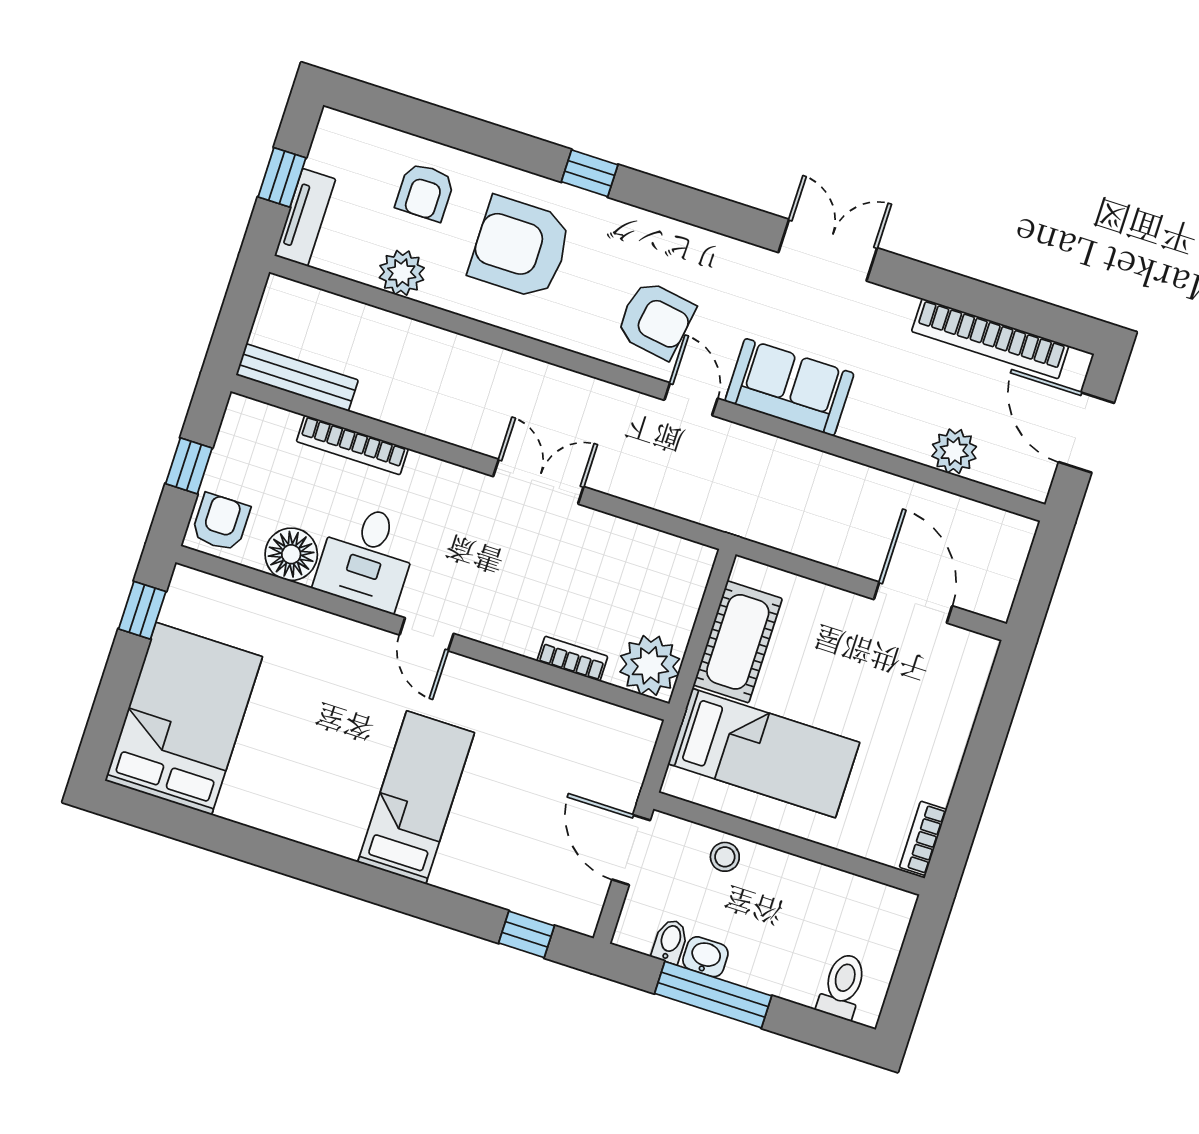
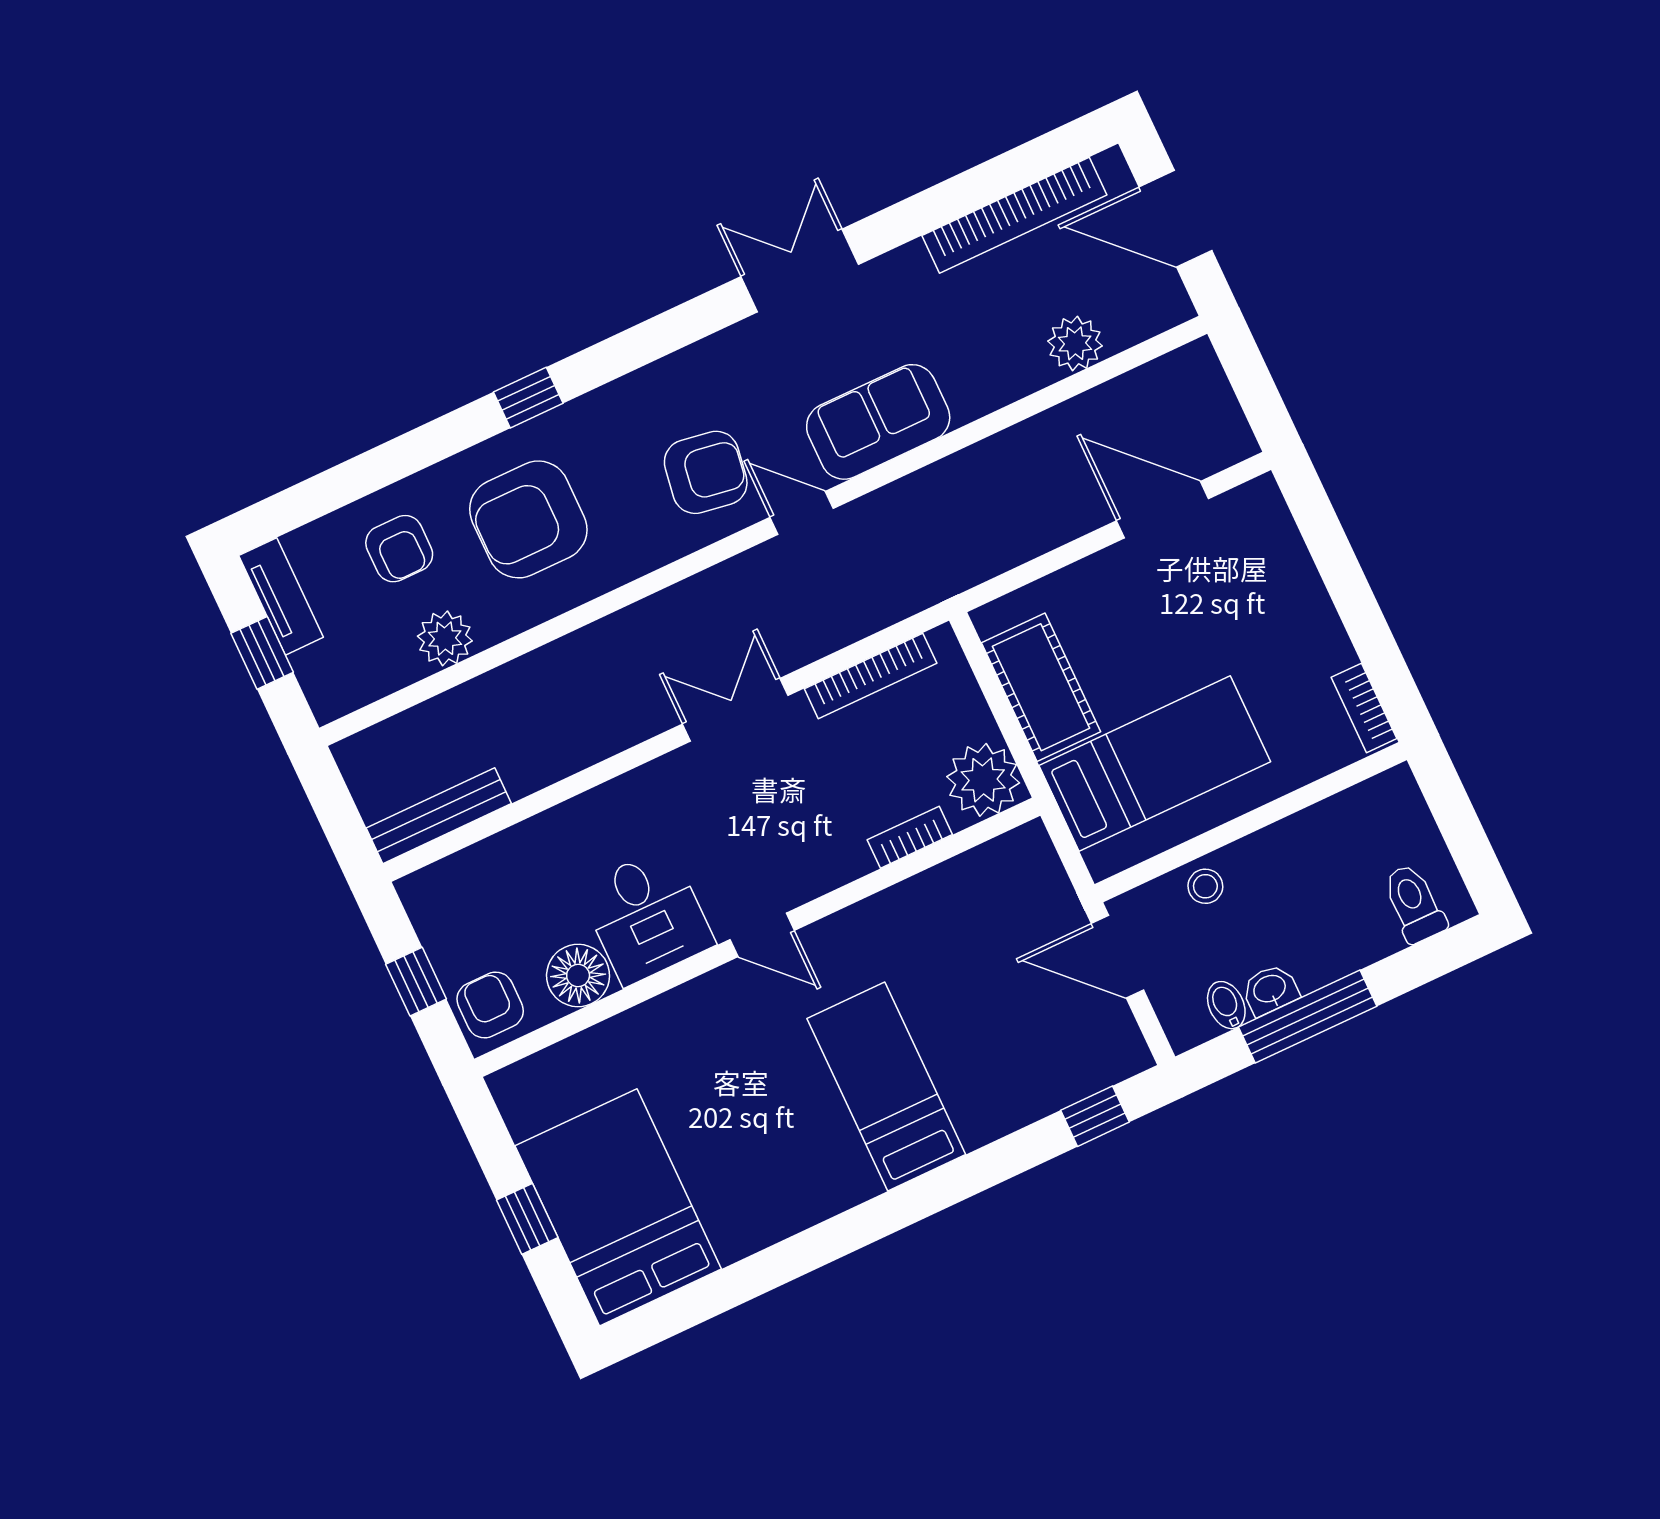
tv unit: (305, 217) -> (281, 596), moved
bookcase: (352, 445) -> (871, 676), moved
window: (142, 610) -> (527, 1219), moved

